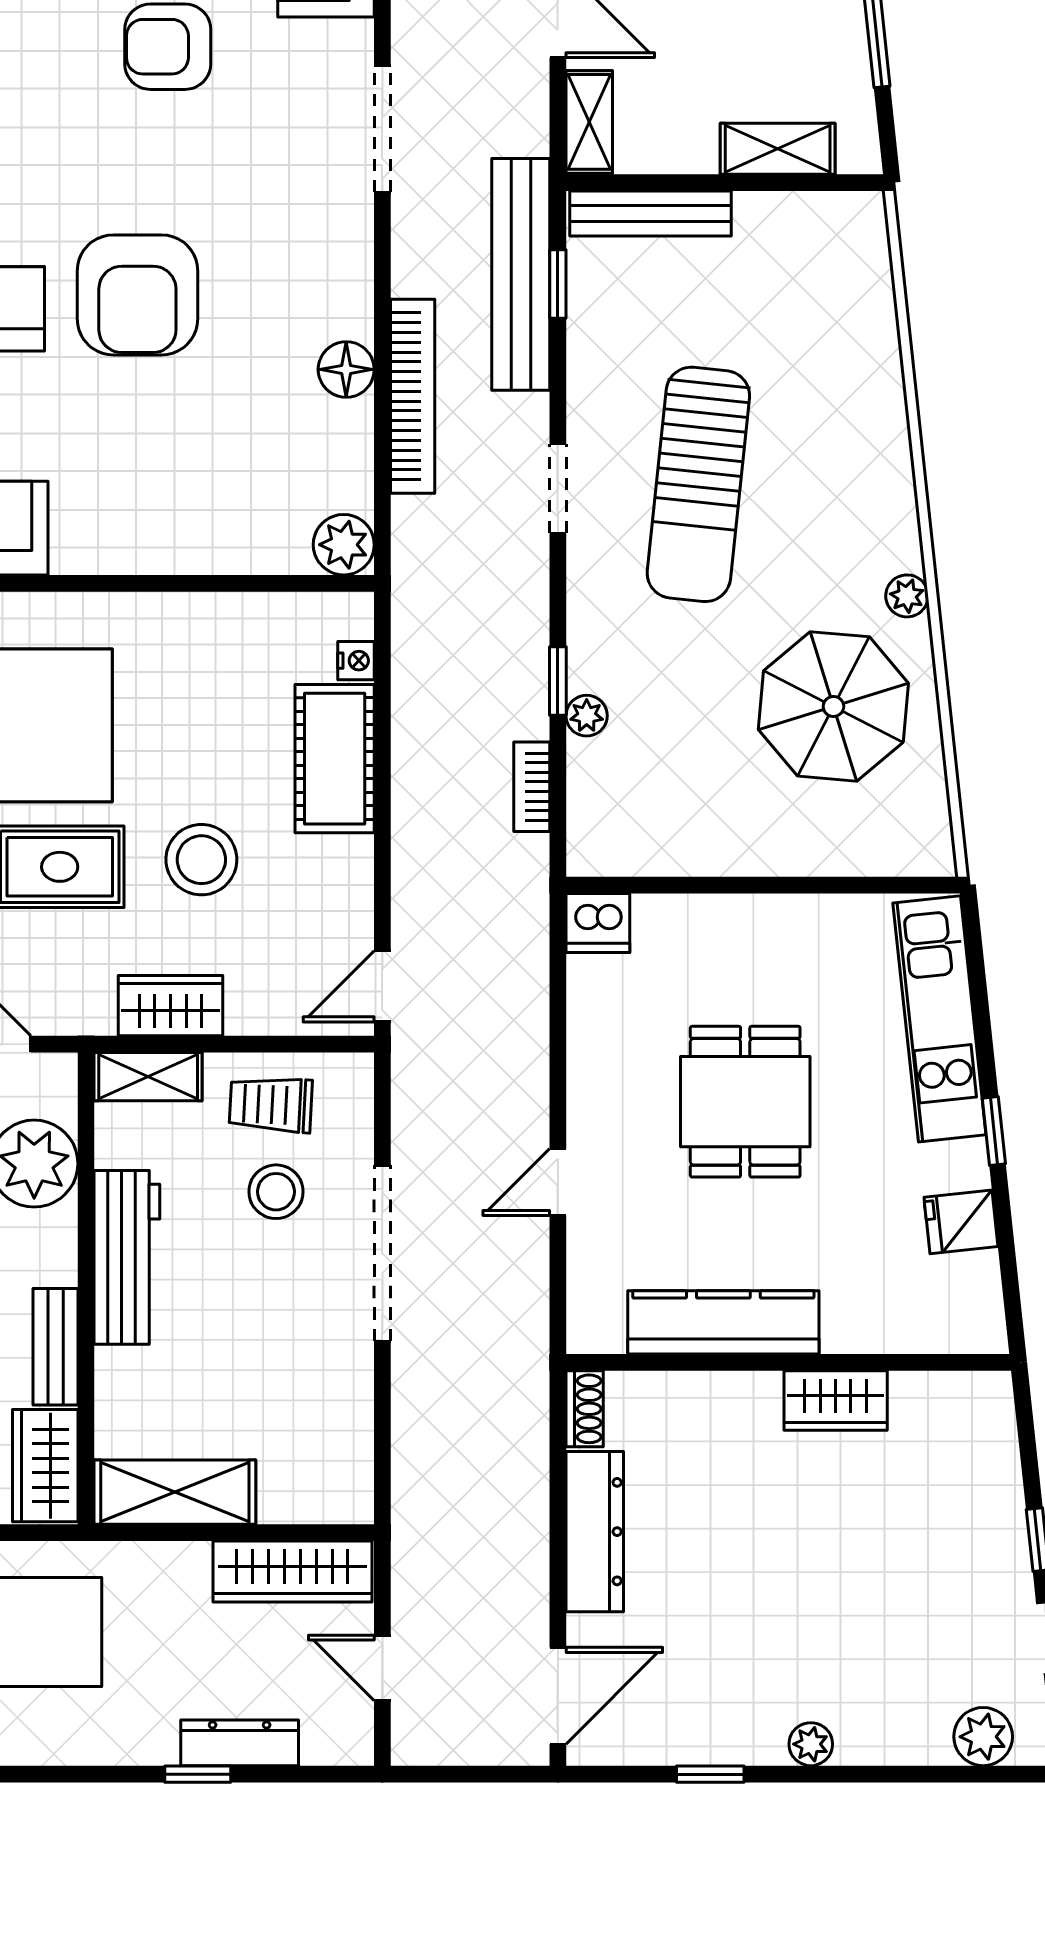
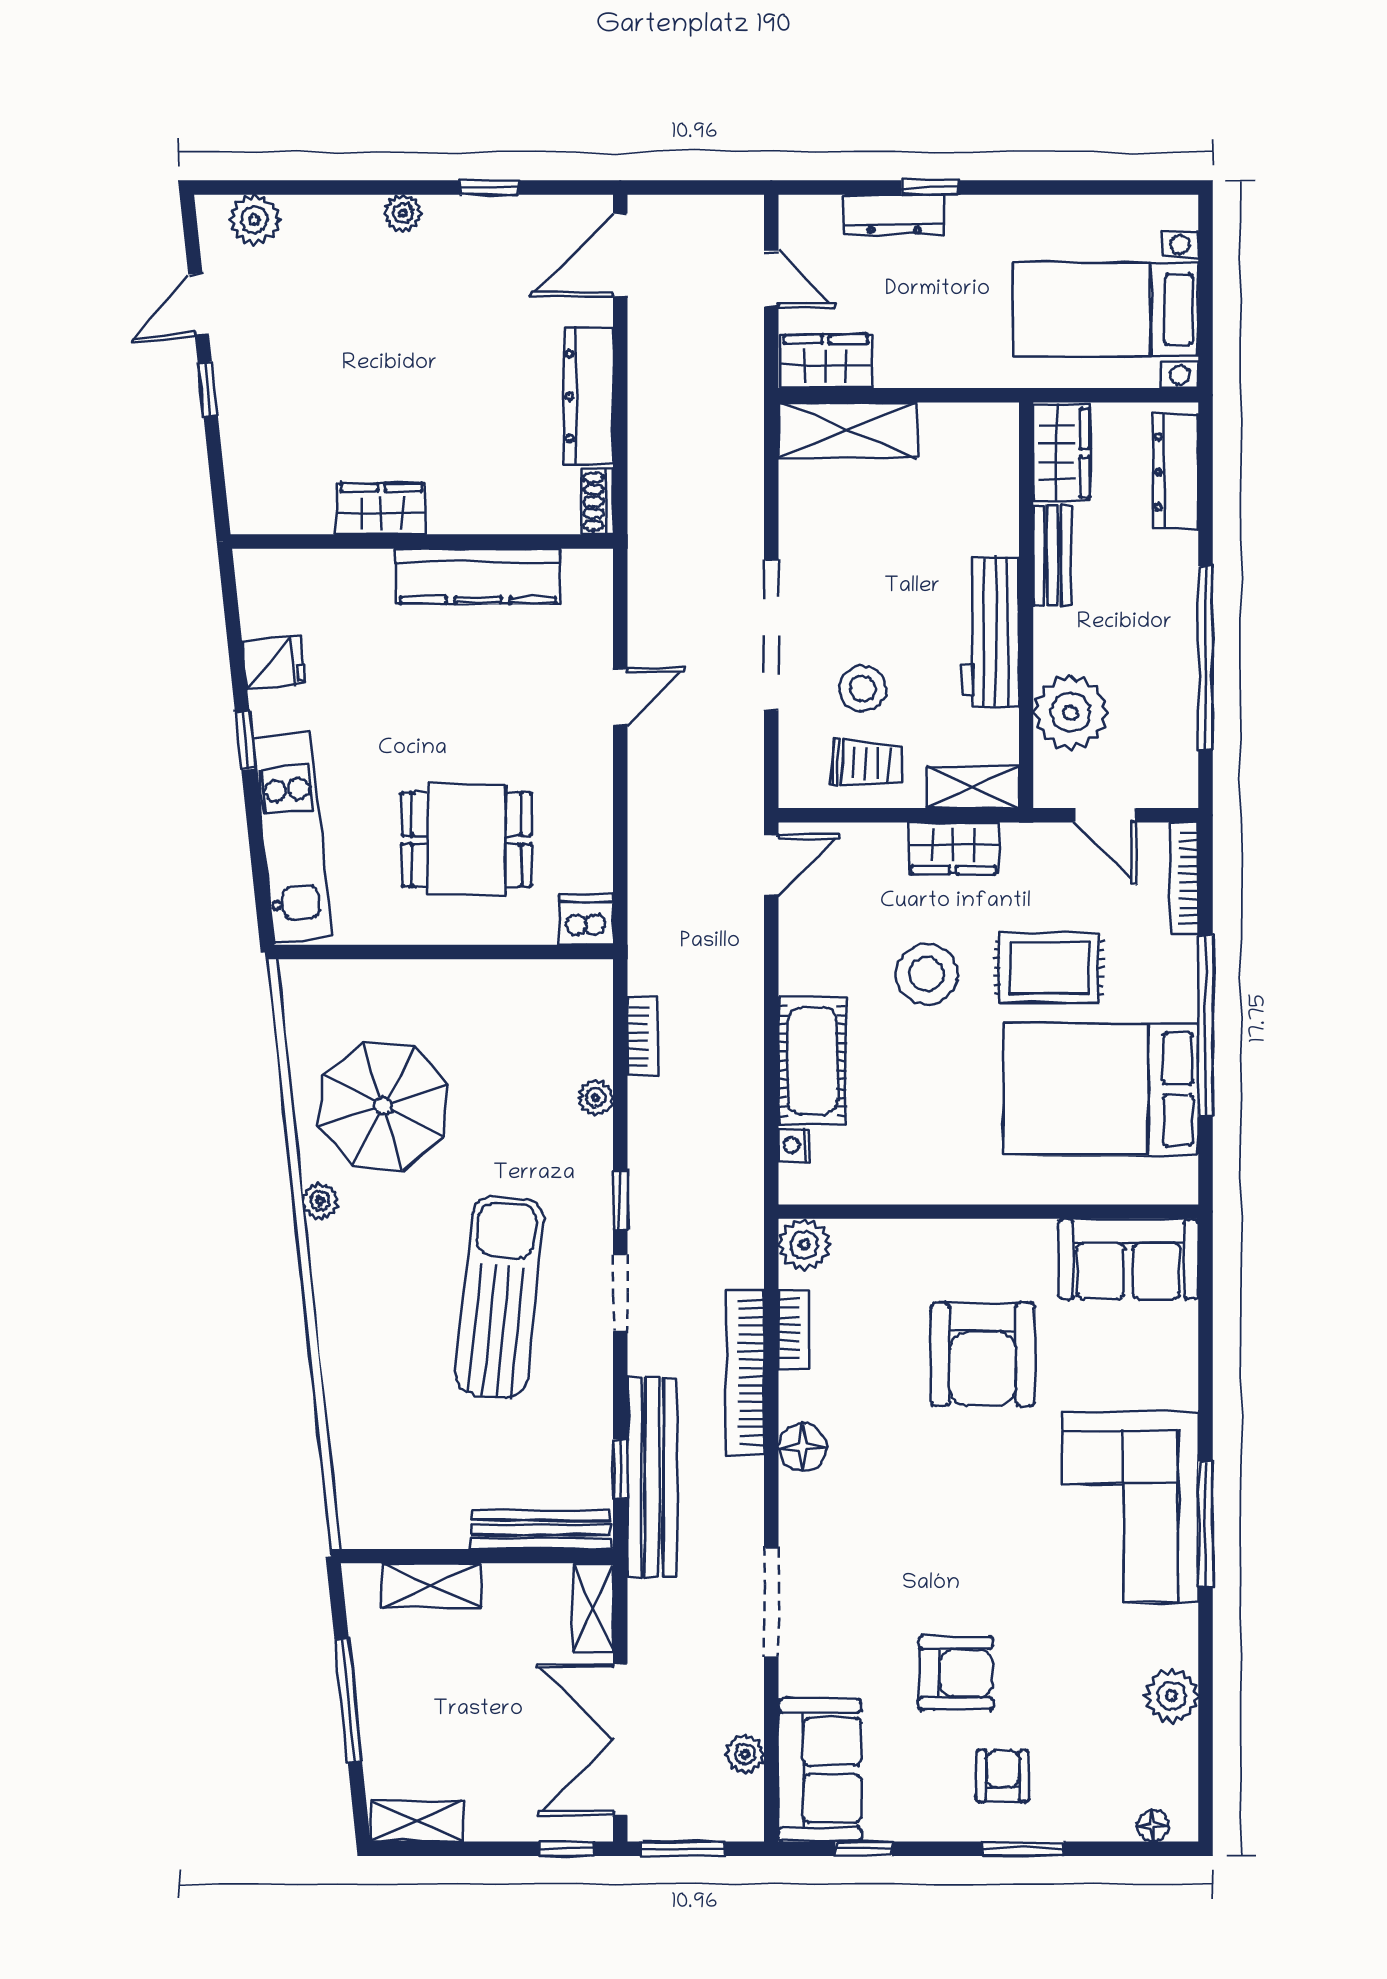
armchair: (137, 295) -> (983, 1354), moved, turned 180
floor lamp: (346, 369) -> (802, 1447), moved
bookcase: (356, 447) -> (794, 1329), added
window: (558, 681) -> (620, 1200), moved
dining table: (745, 1102) -> (466, 840), moved, turned 90
shelving: (175, 1492) -> (848, 430), moved
wardrobe: (292, 1572) -> (826, 362), width x0.67

